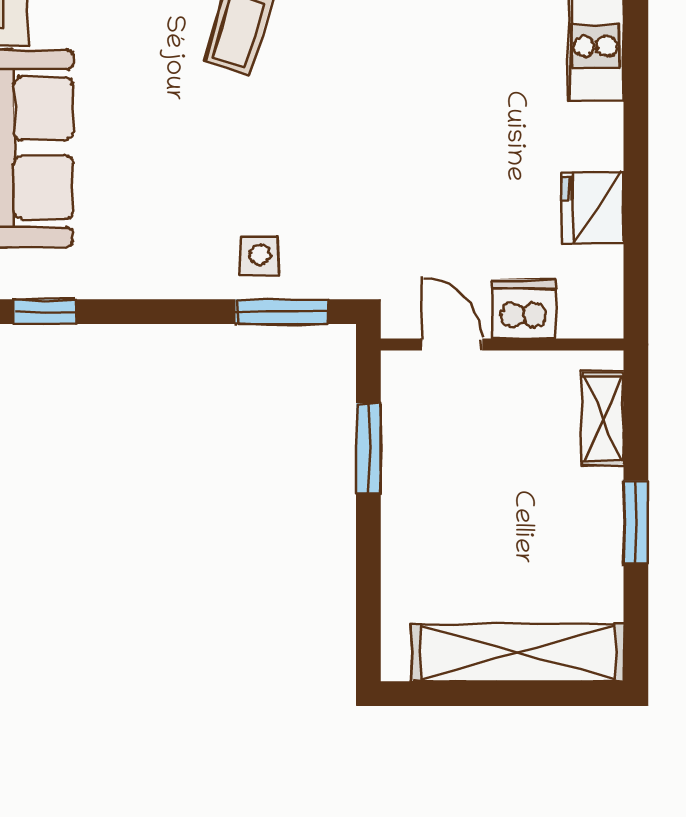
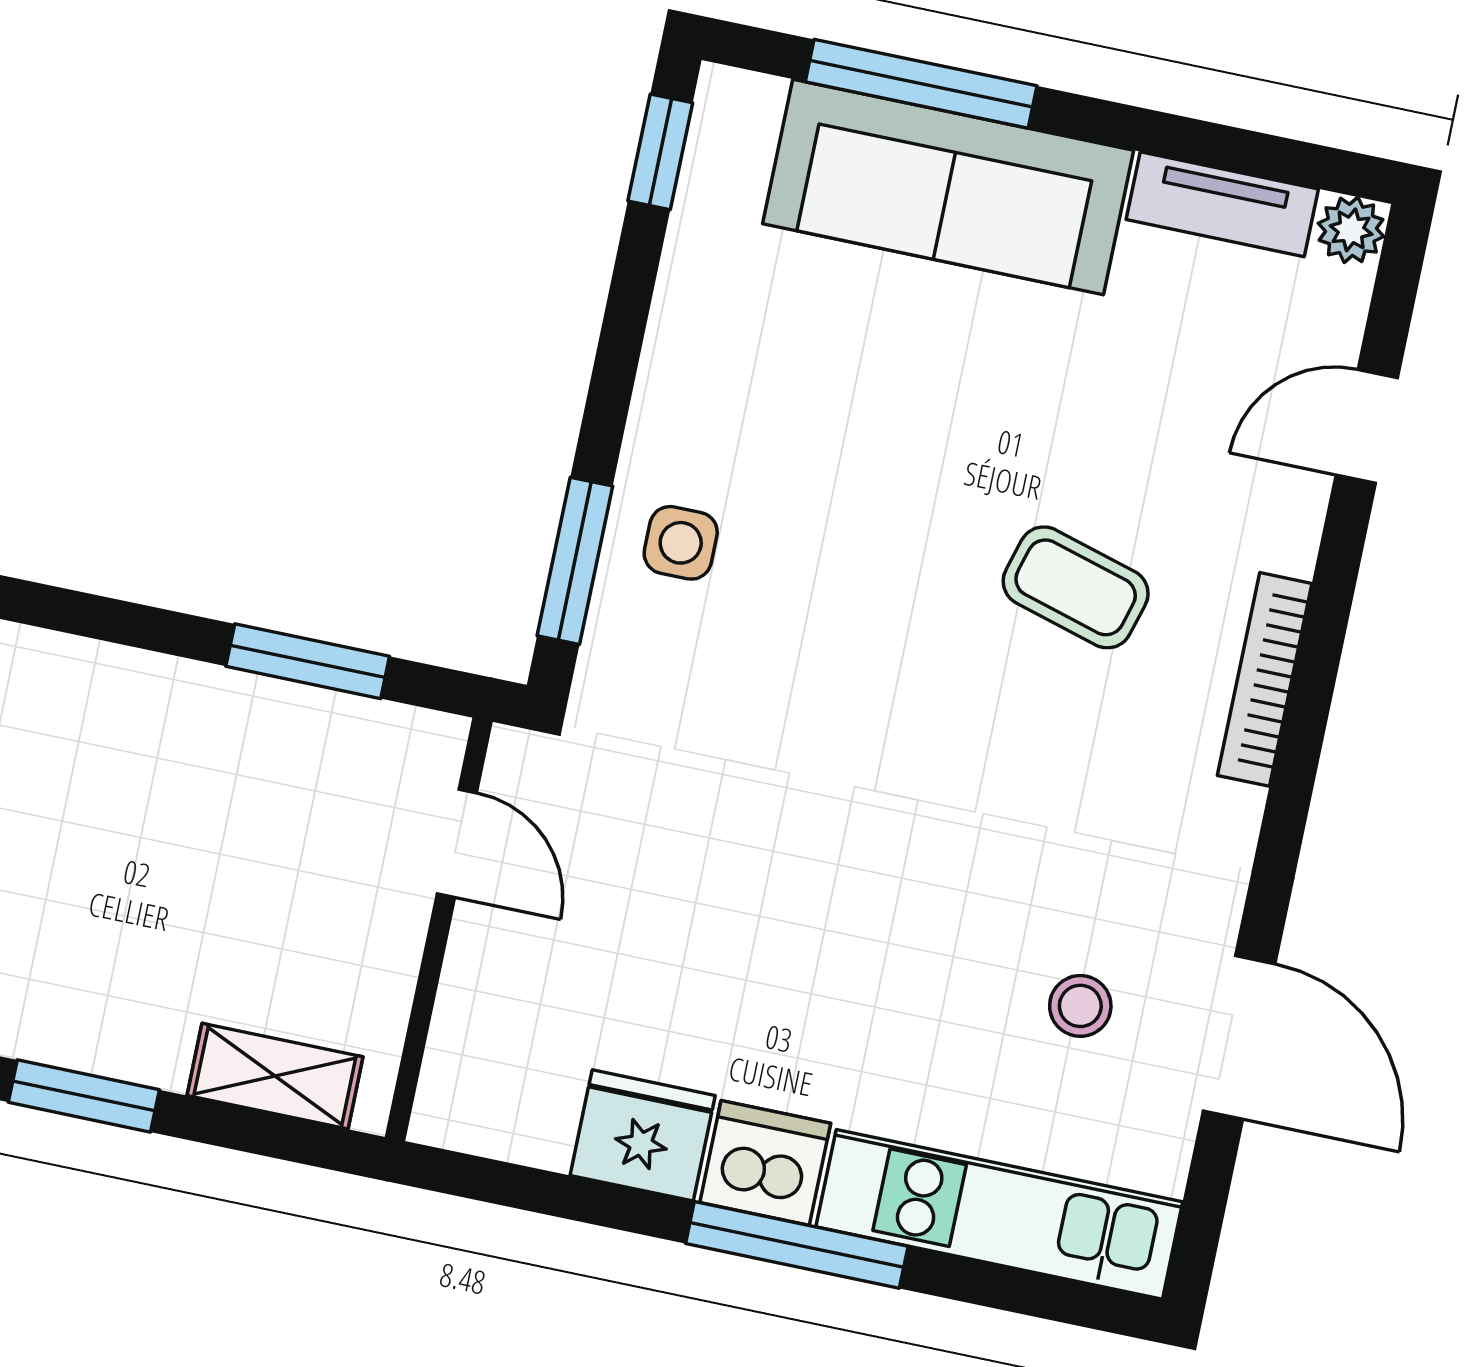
window: (636, 109) -> (797, 1245), added
dishwasher: (524, 309) -> (765, 1163), moved, turned -90
door: (452, 344) -> (457, 843), hinge flipped

